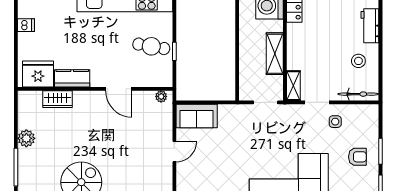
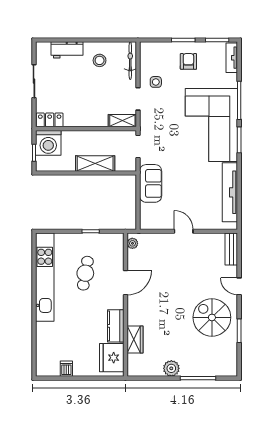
cafe table: (151, 46) -> (85, 273), moved
shelving: (275, 54) -> (95, 164), moved
sofa: (197, 116) -> (151, 183), moved

